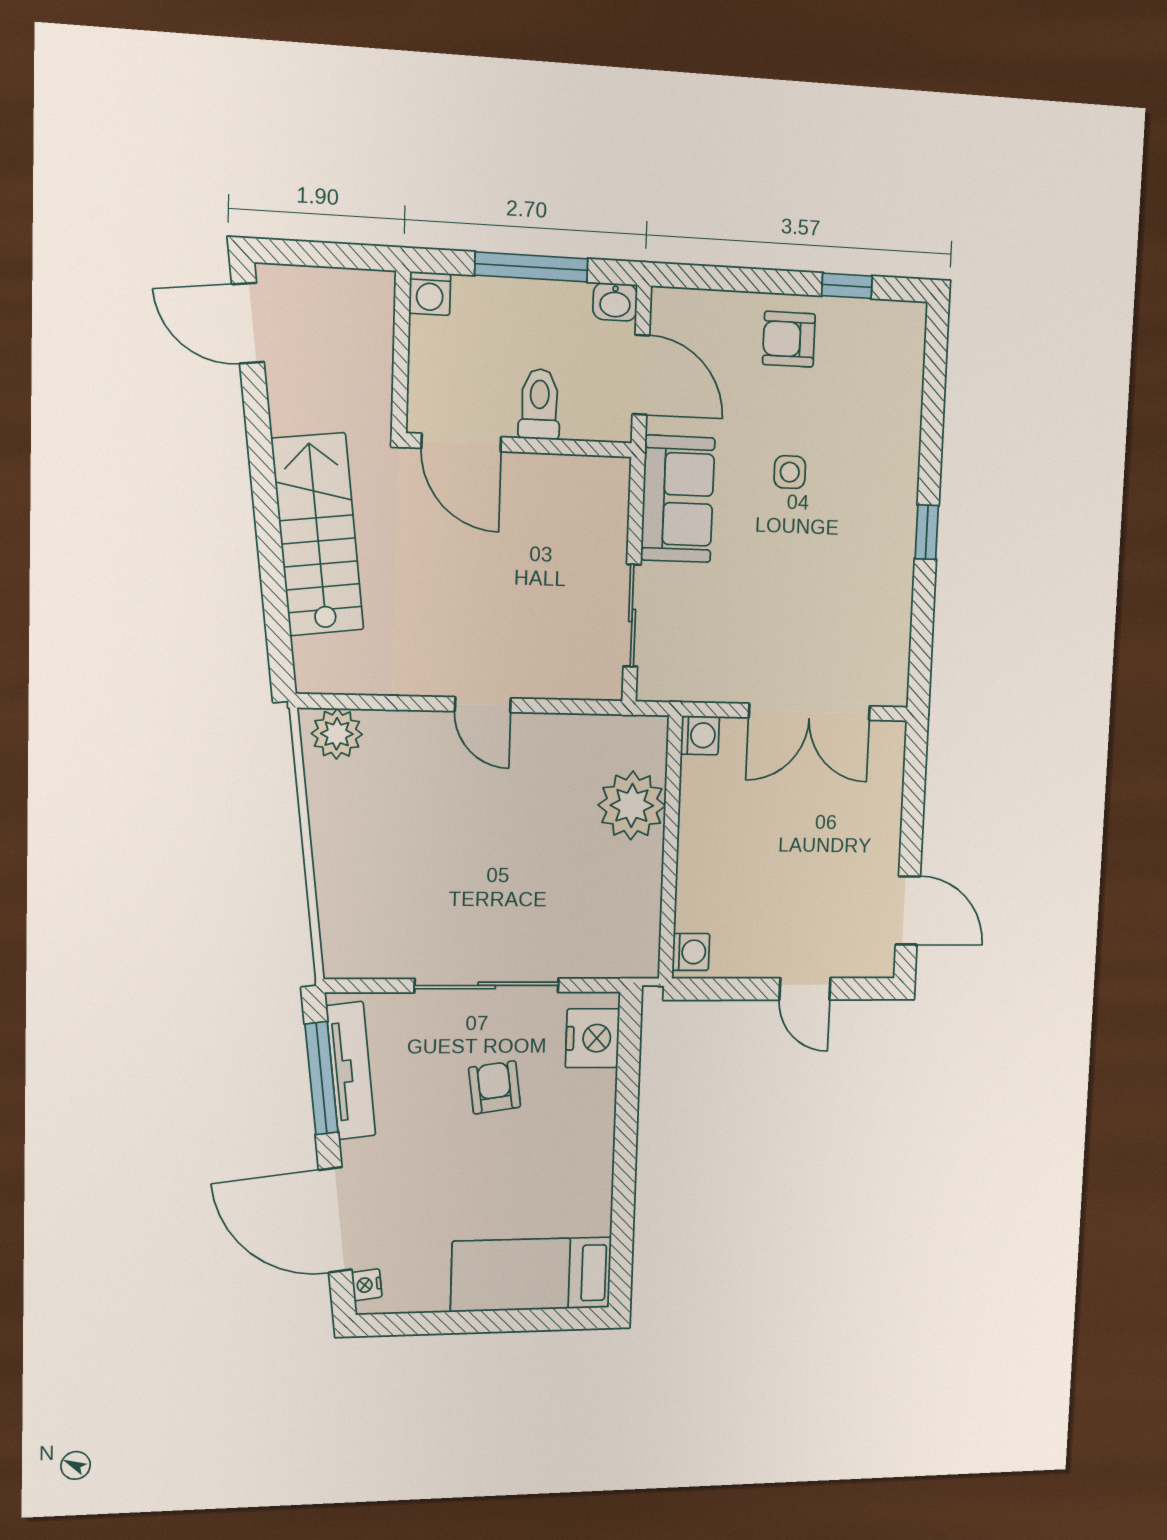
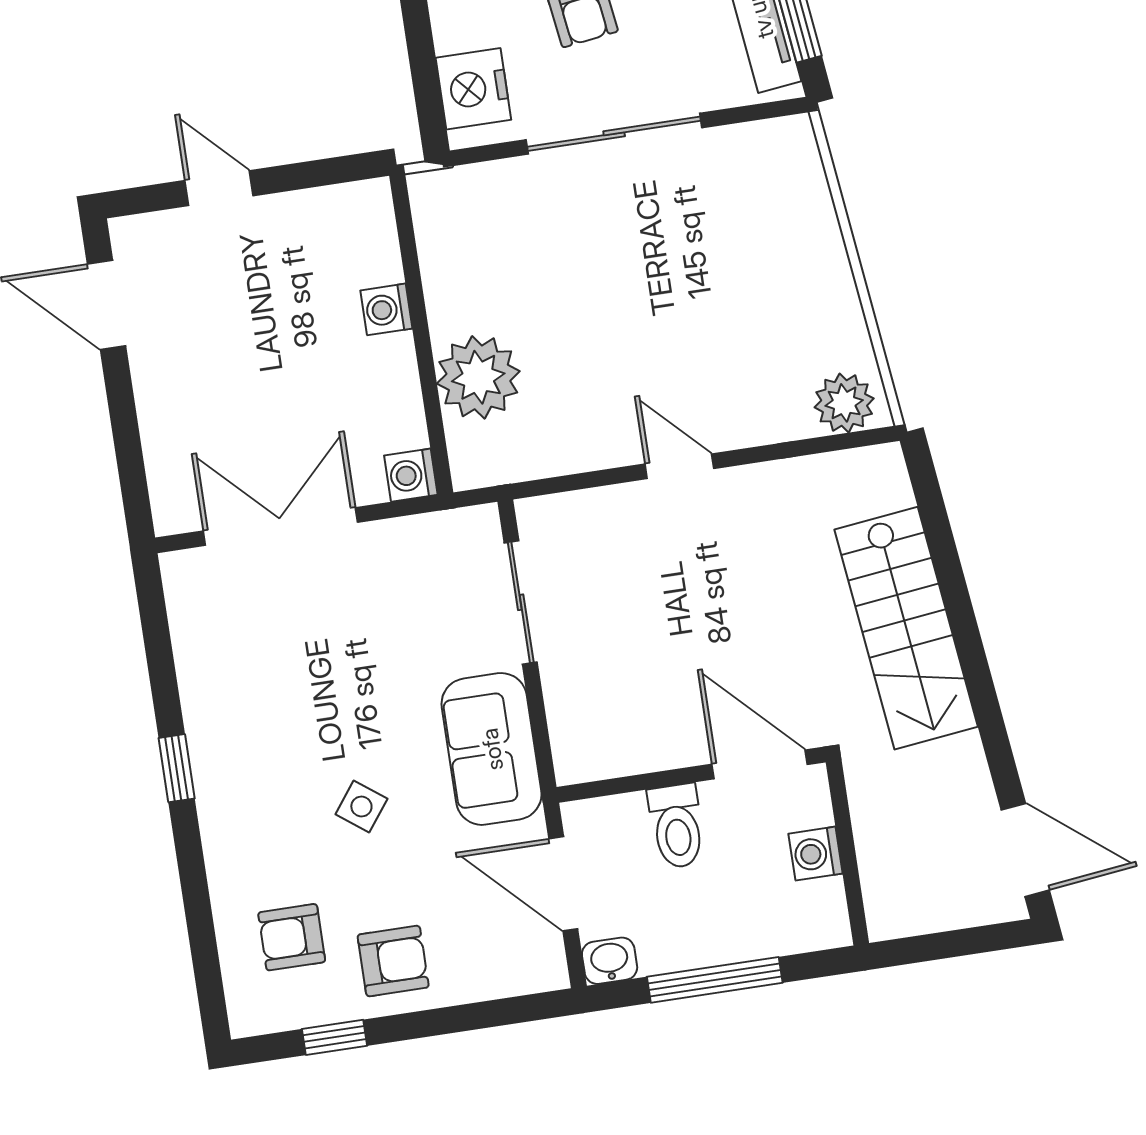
washing machine: (430, 293) -> (815, 854), moved, turned -90
armchair: (865, 376) -> (292, 937), added
side table: (790, 472) -> (361, 806), turned 37
washing machine: (691, 952) -> (386, 309), moved

